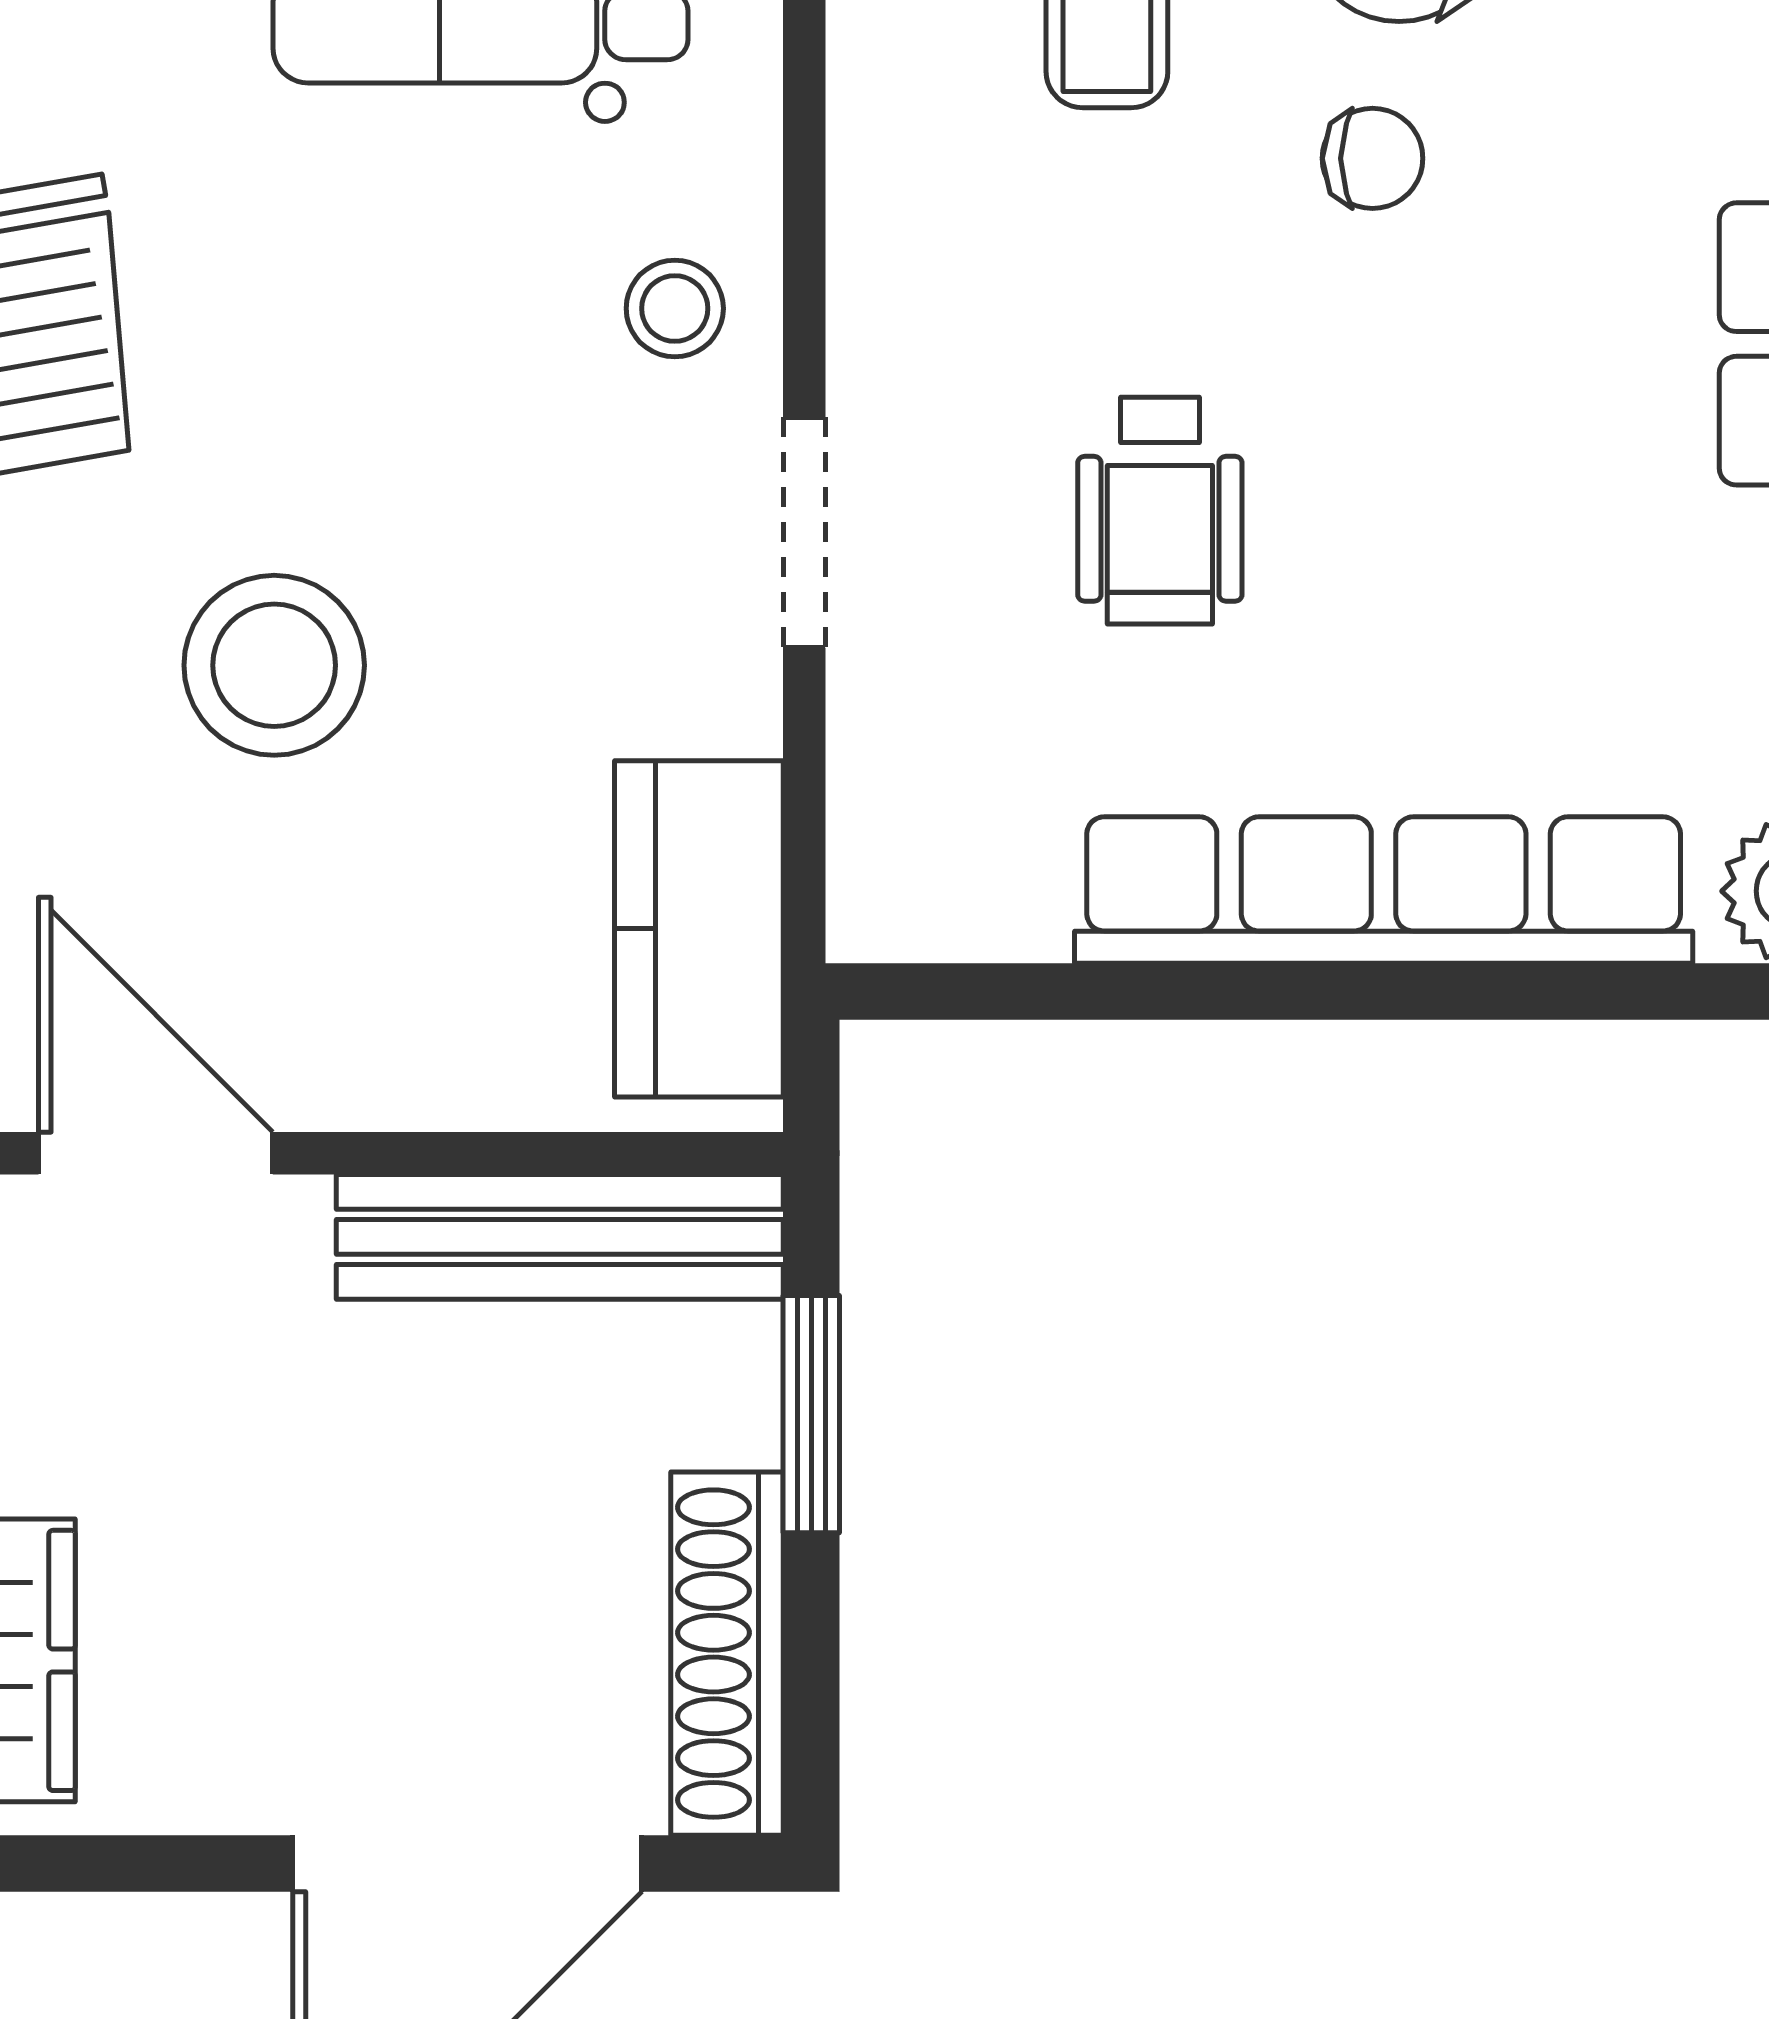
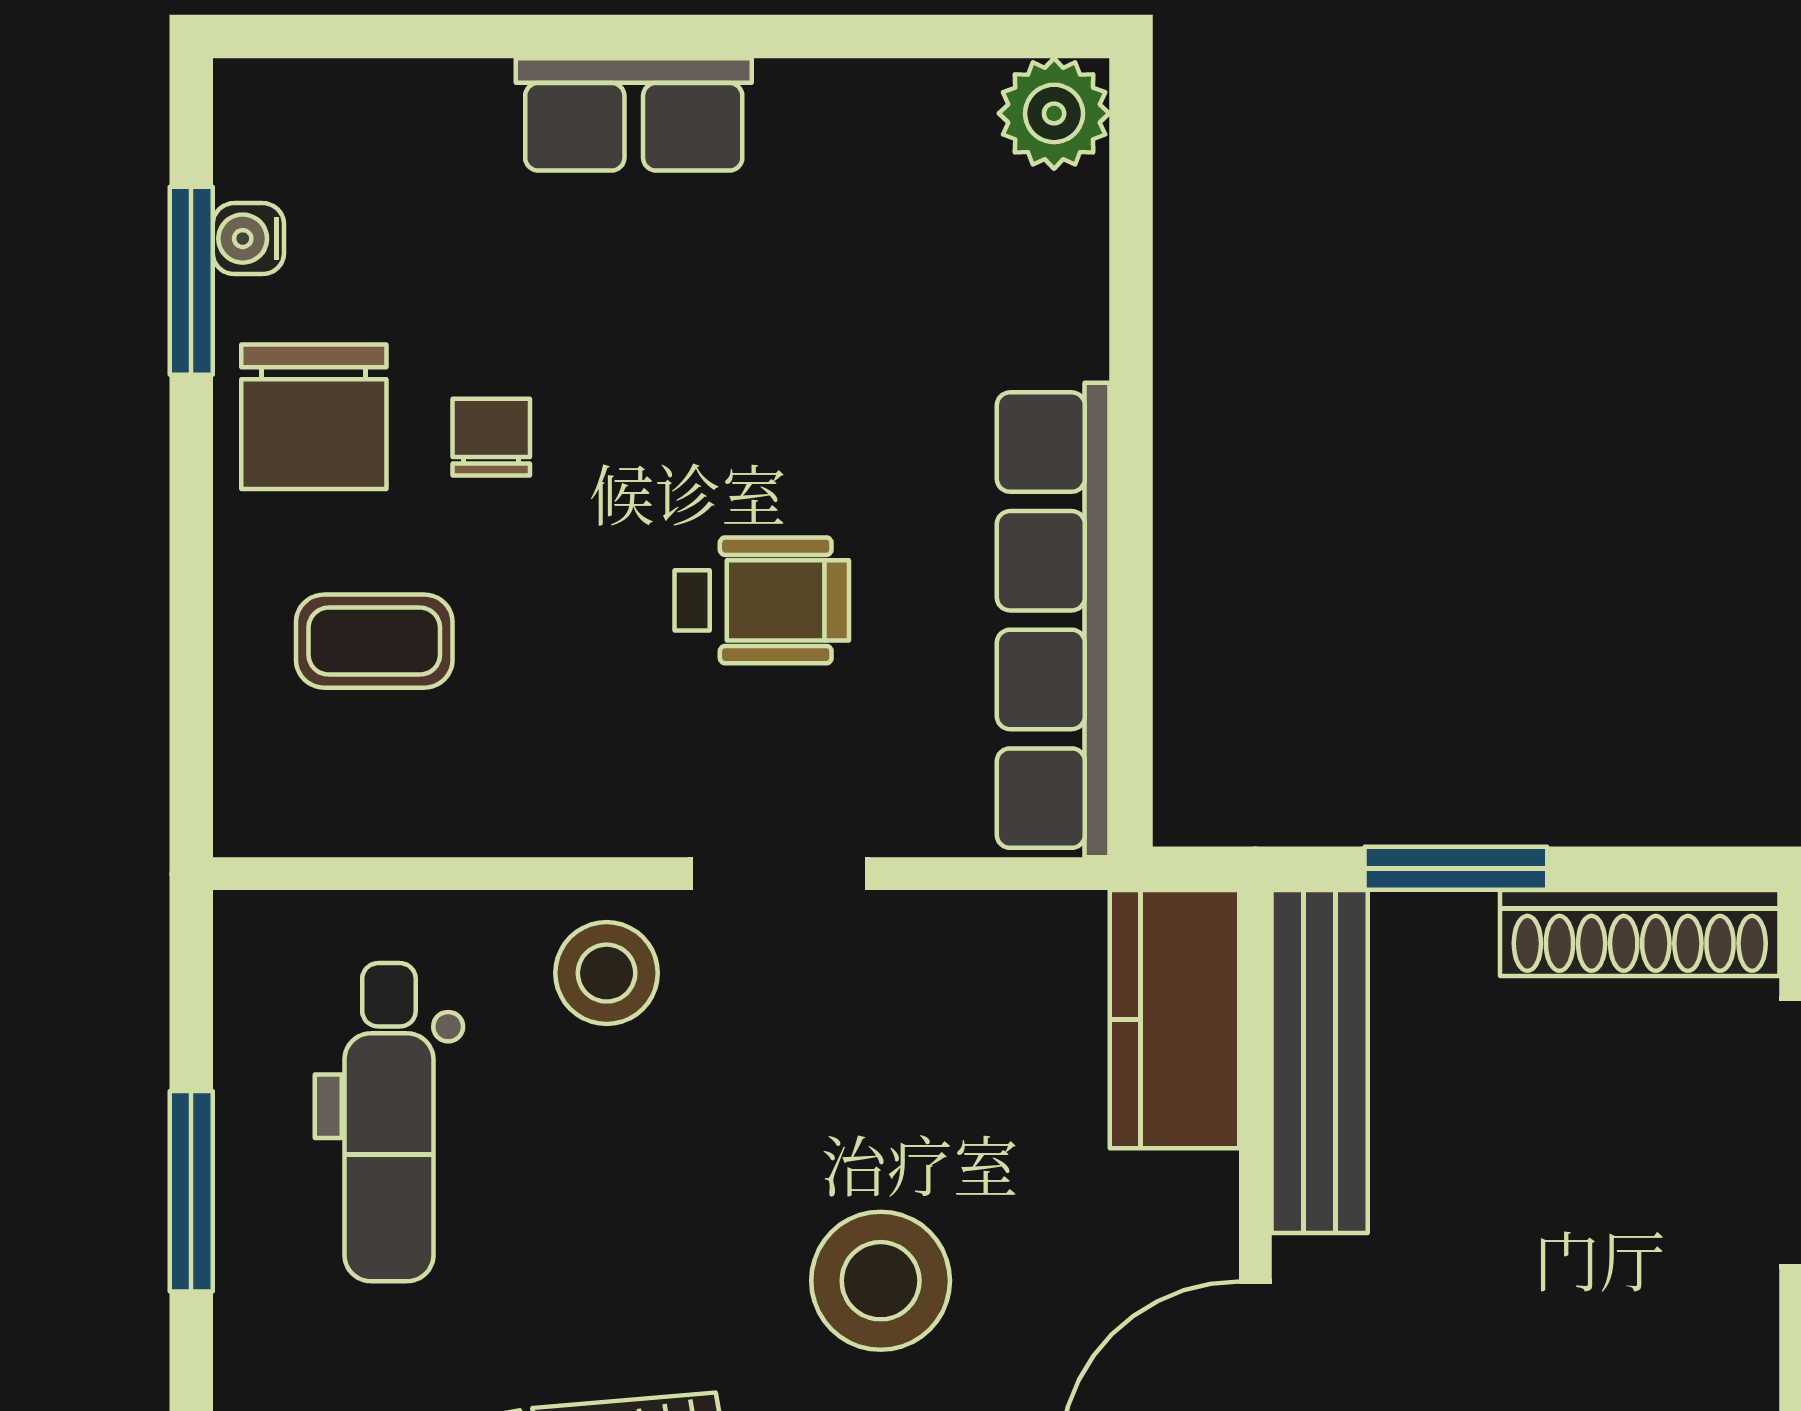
stool: (675, 308) -> (607, 973), width x1.37, depth x1.37
row of seats: (1384, 890) -> (1053, 620), moved
kitchen counter: (699, 929) -> (1174, 1019), moved, turned 90

